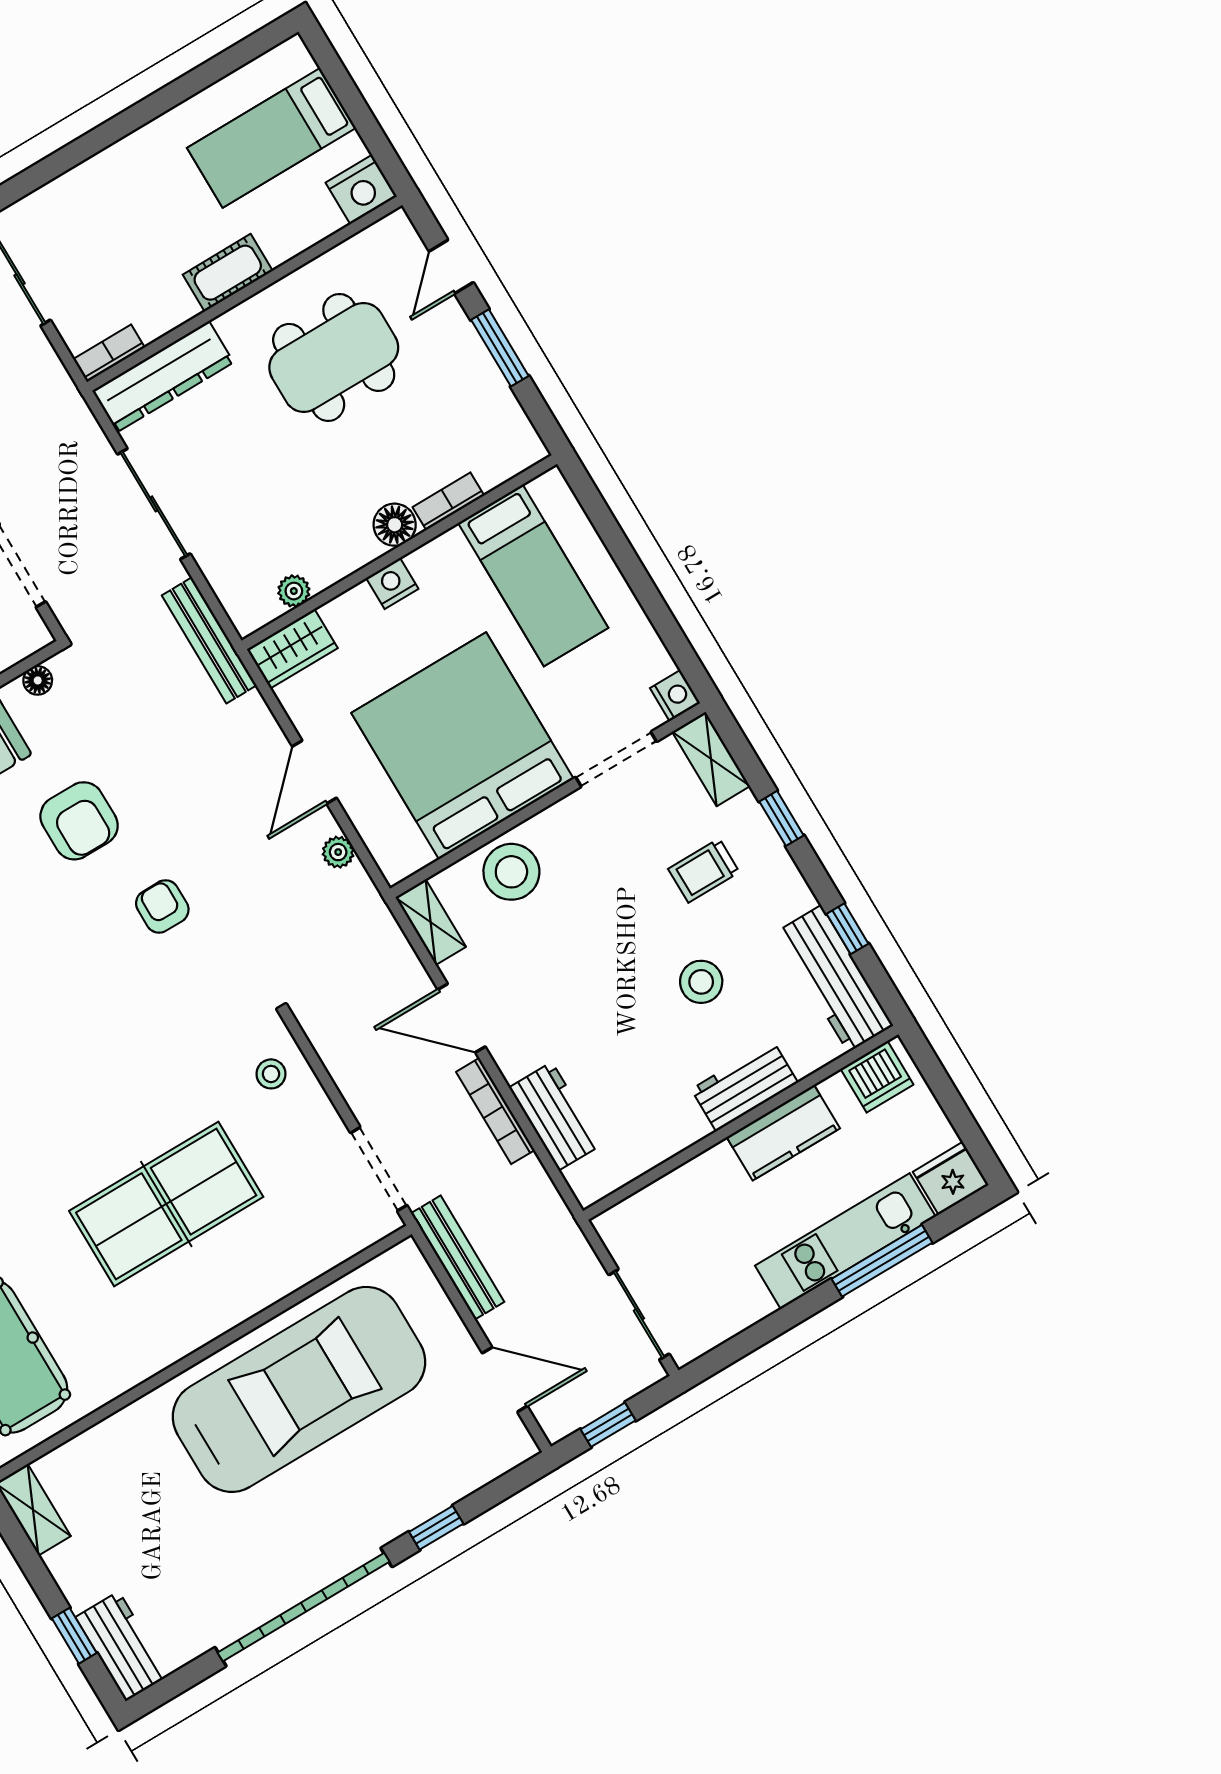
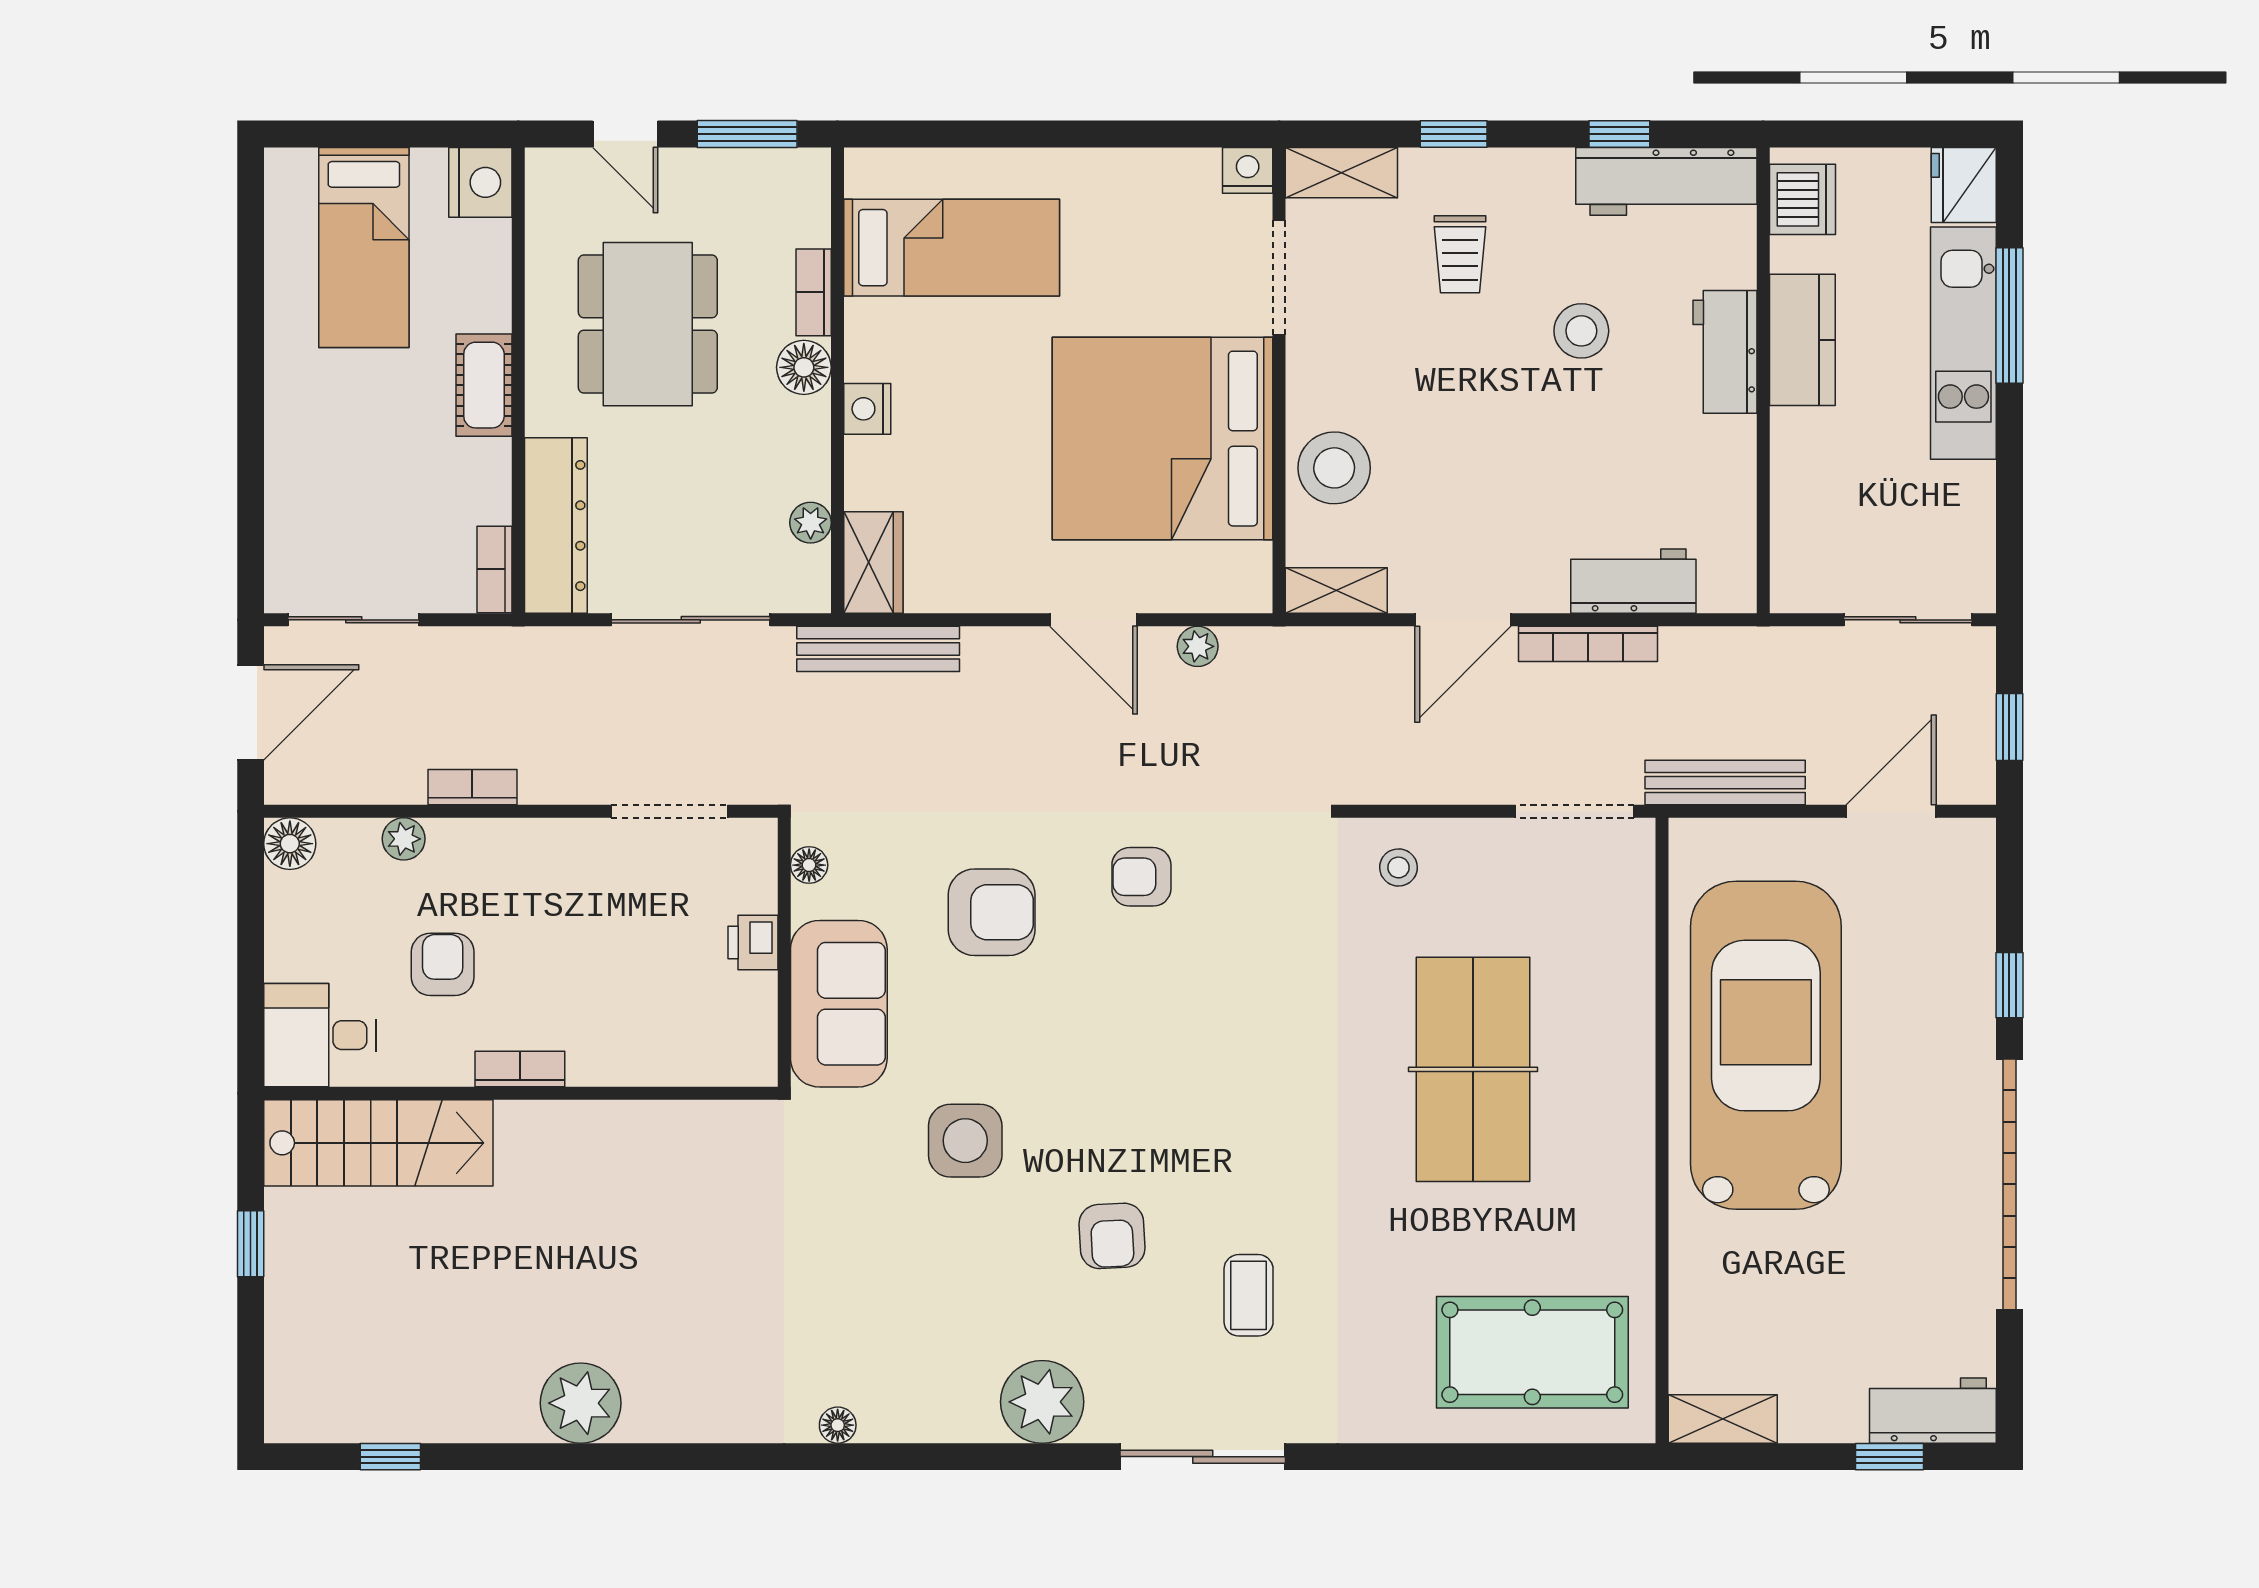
bookcase: (448, 501) -> (814, 292), moved
floor lamp: (395, 525) -> (804, 367), moved
wall: (399, 552) -> (837, 380), moved
bed: (533, 575) -> (952, 248), moved
nightstand: (392, 583) -> (867, 409), moved
plant: (294, 591) -> (811, 523), moved
wardrobe: (292, 649) -> (873, 563), moved

